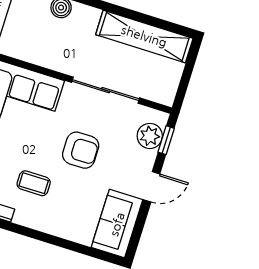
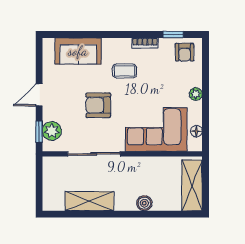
shelving: (144, 36) -> (89, 201), width x0.68
sofa: (117, 224) -> (78, 51), moved, turned 90

